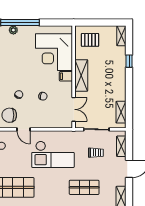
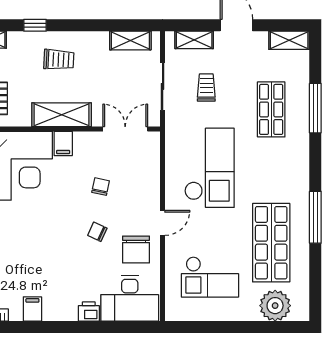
trolley: (111, 74) -> (59, 60), added

